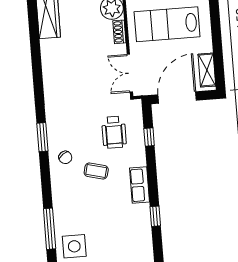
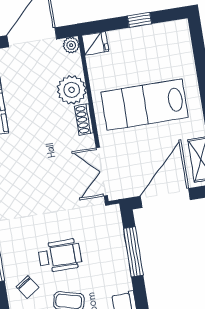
wheelchair: (114, 132) -> (60, 256), moved, turned -90
window: (149, 137) -> (133, 252), width x2.17

